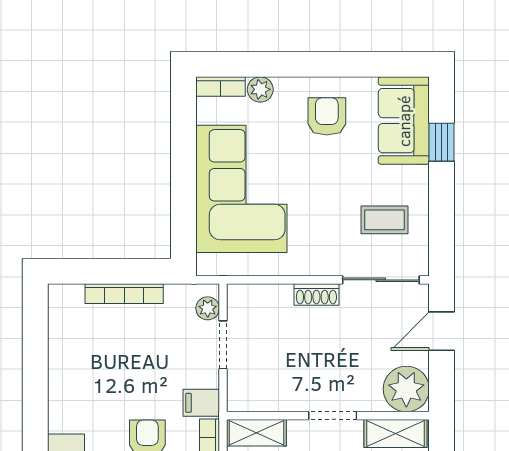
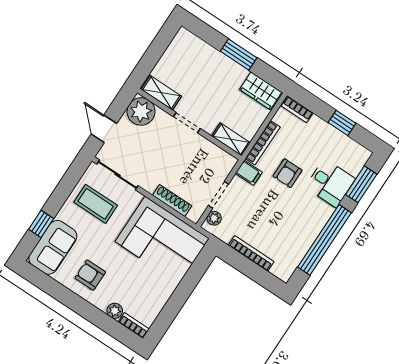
armchair: (327, 116) -> (90, 275), turned 90
corner sofa: (241, 189) -> (162, 240), moved, turned -90
coffee table: (385, 220) -> (96, 204), width x1.36, depth x1.30
shoe rack: (316, 294) -> (172, 201), moved, width x1.43
door: (442, 331) -> (104, 129), swing flipped
window: (35, 379) -> (324, 240), added

